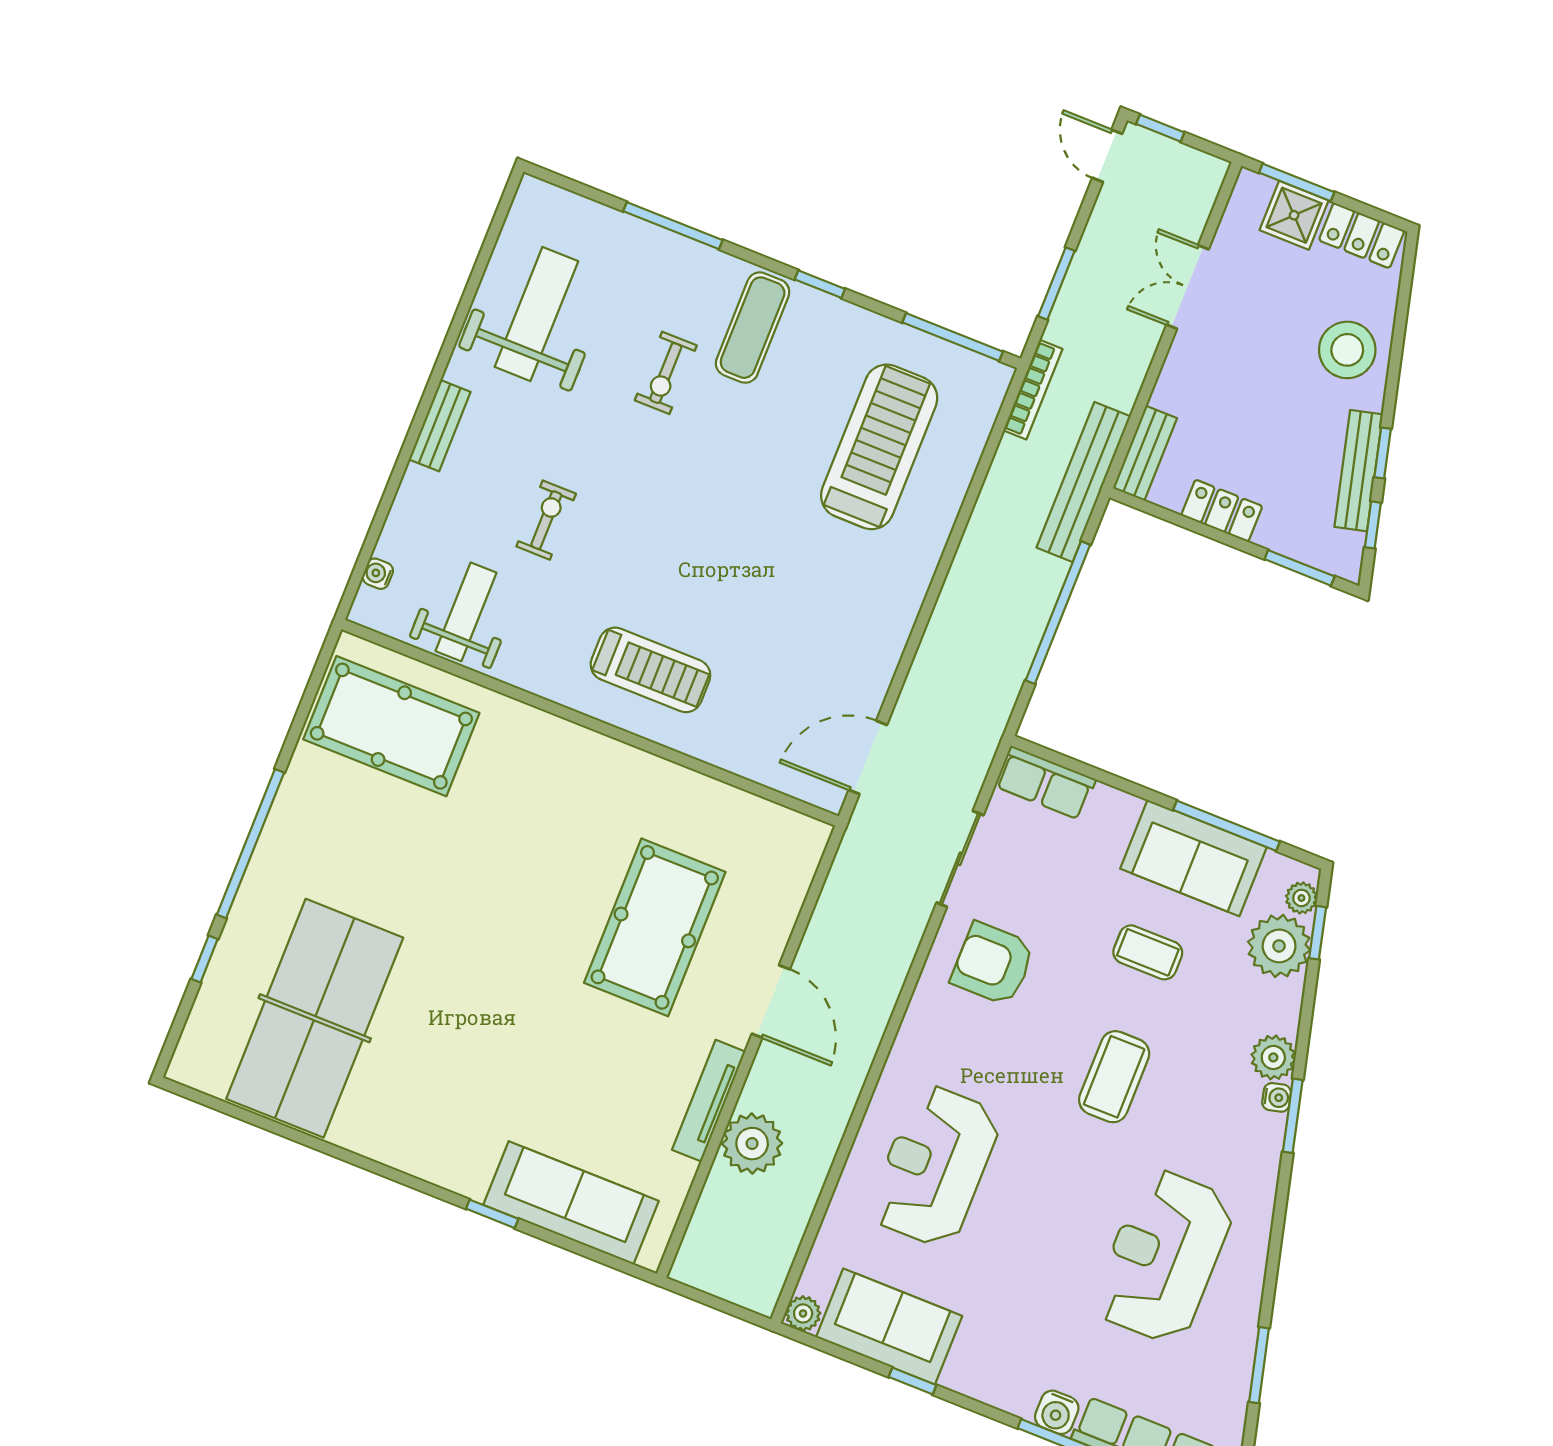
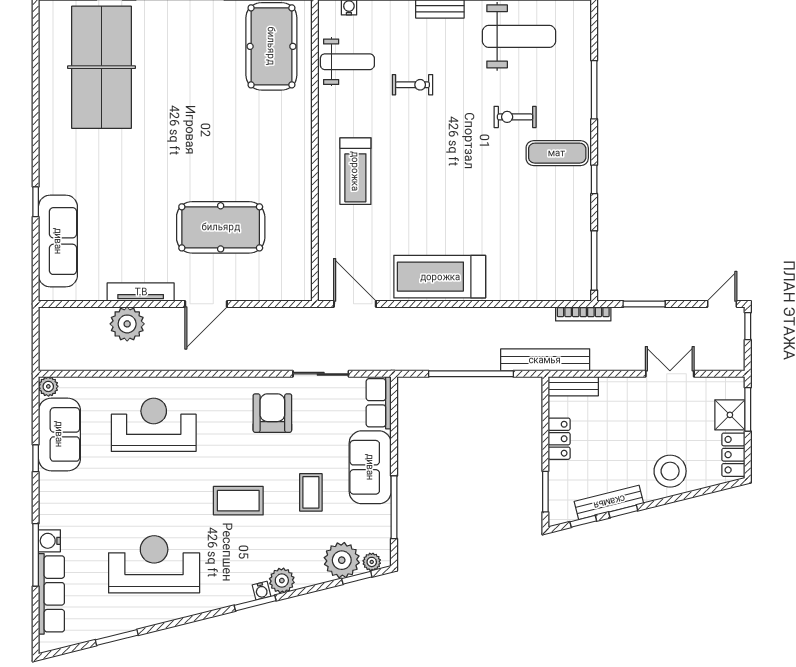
treadmill: (879, 447) -> (440, 277), moved, turned 180
sofa: (1193, 858) -> (370, 467), moved
table tennis table: (315, 1018) -> (101, 67), turned 90

